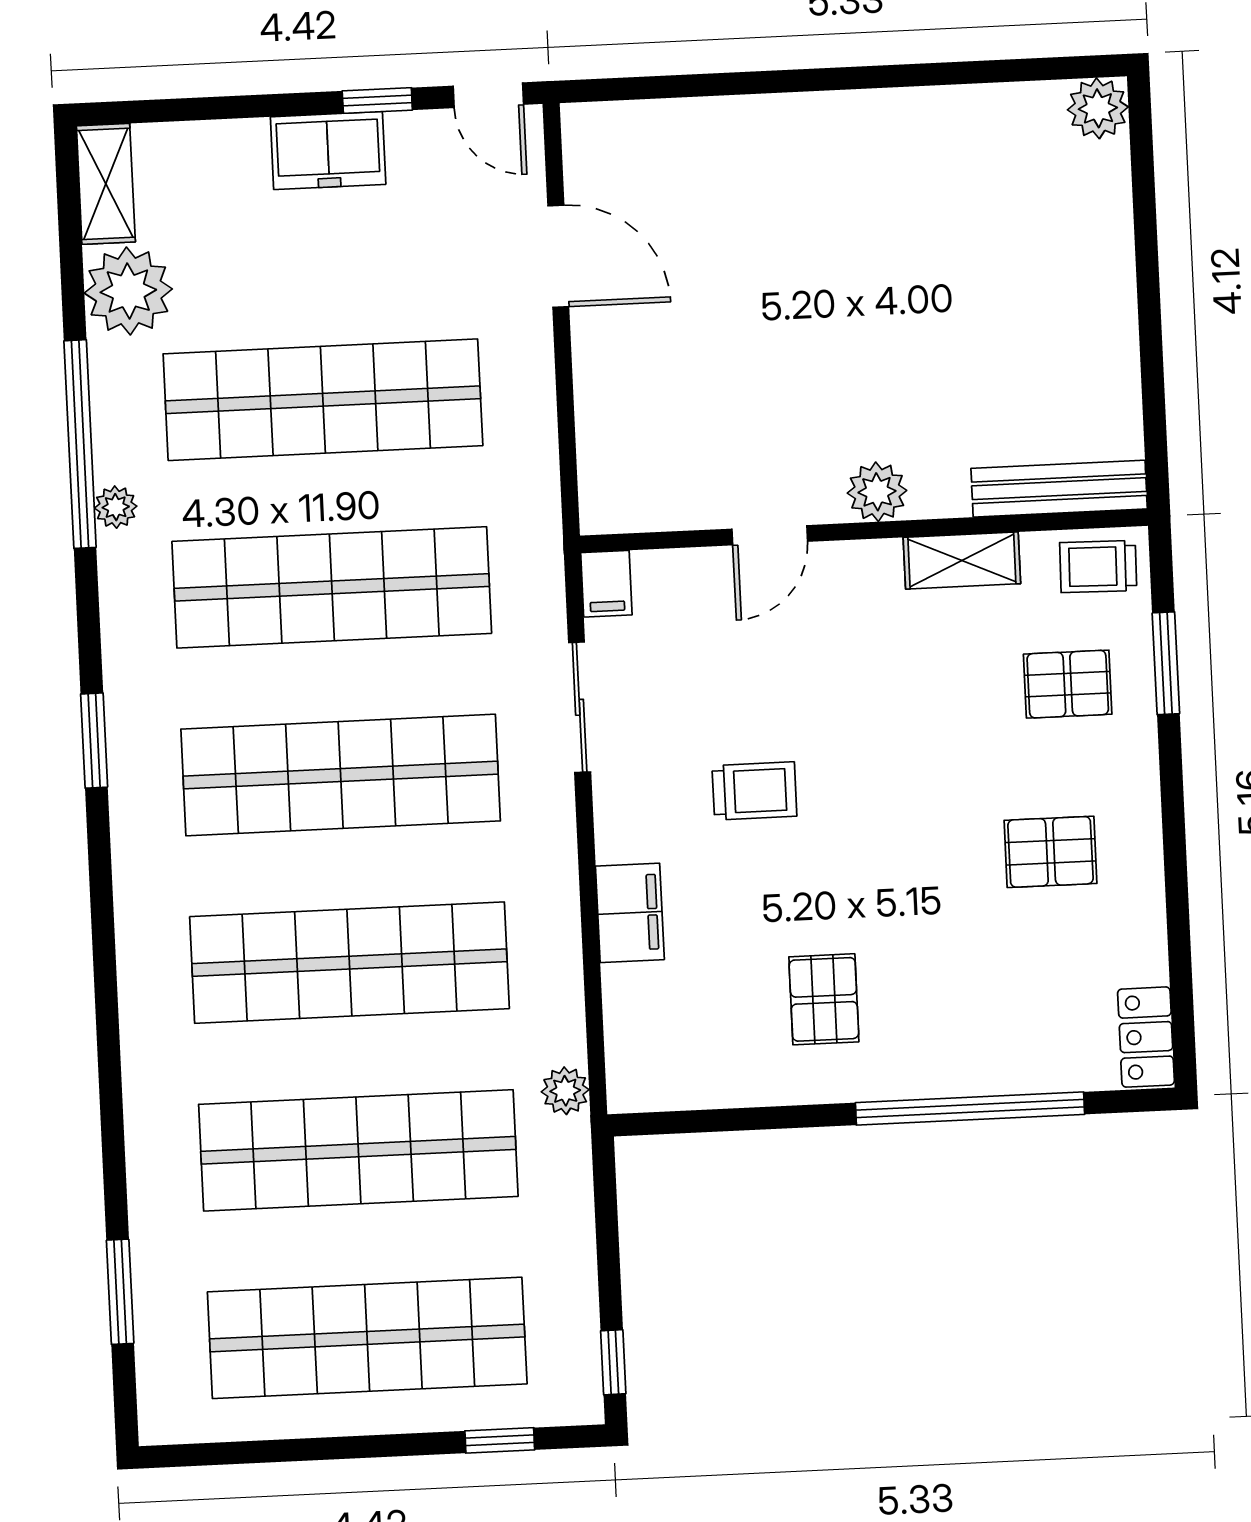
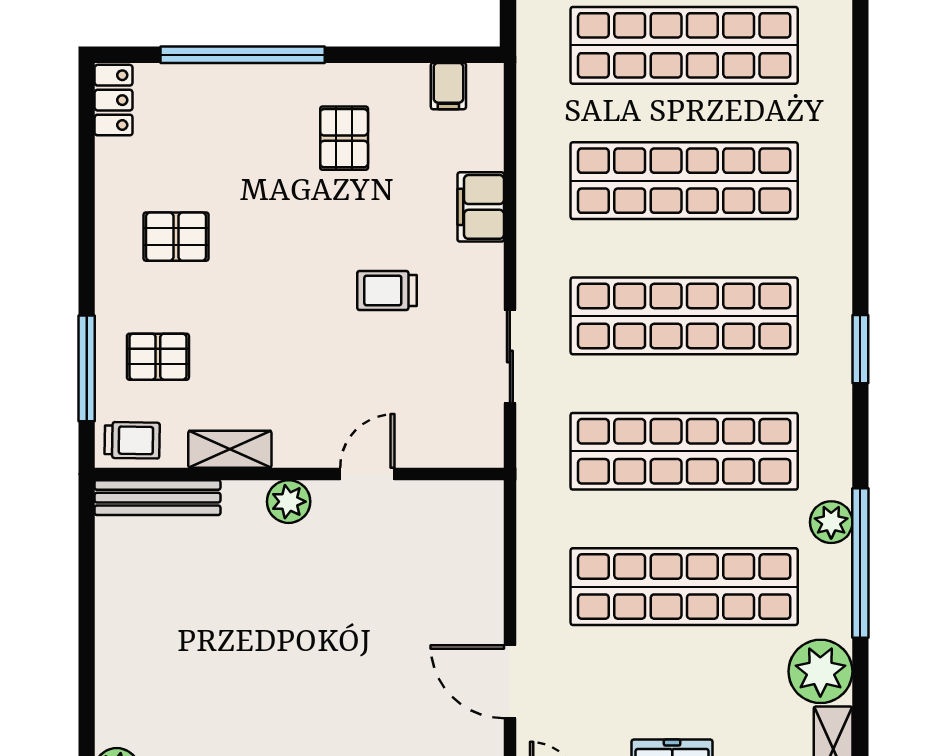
plant: (116, 507) -> (831, 522), width x1.38, depth x1.38
filing cabinet: (606, 584) -> (448, 86), moved, turned 180
window: (1166, 663) -> (87, 368), width x1.44
plant: (565, 1091) -> (533, 81), removed

